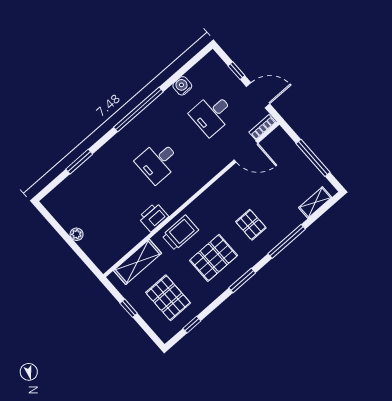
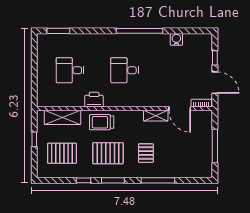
desk: (212, 114) -> (70, 70), moved
window: (79, 162) -> (58, 31), moved
shelving: (315, 202) -> (156, 116), moved
trolley: (180, 233) -> (102, 122), turned 180
plant: (77, 234) -> (42, 71), removed
pallet: (168, 298) -> (62, 153), turned 90
window: (192, 325) -> (84, 180), moved

